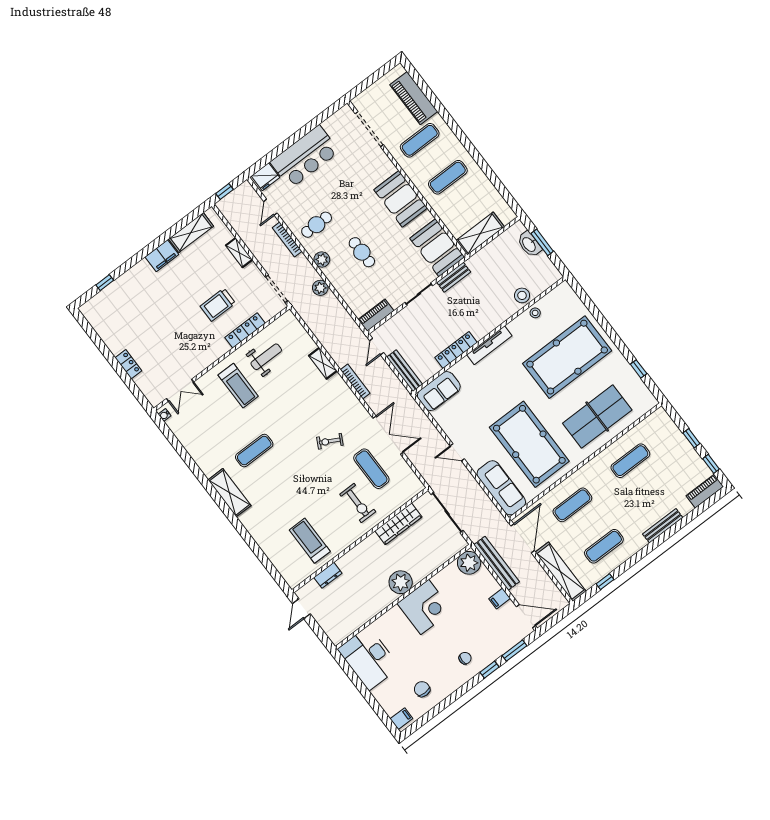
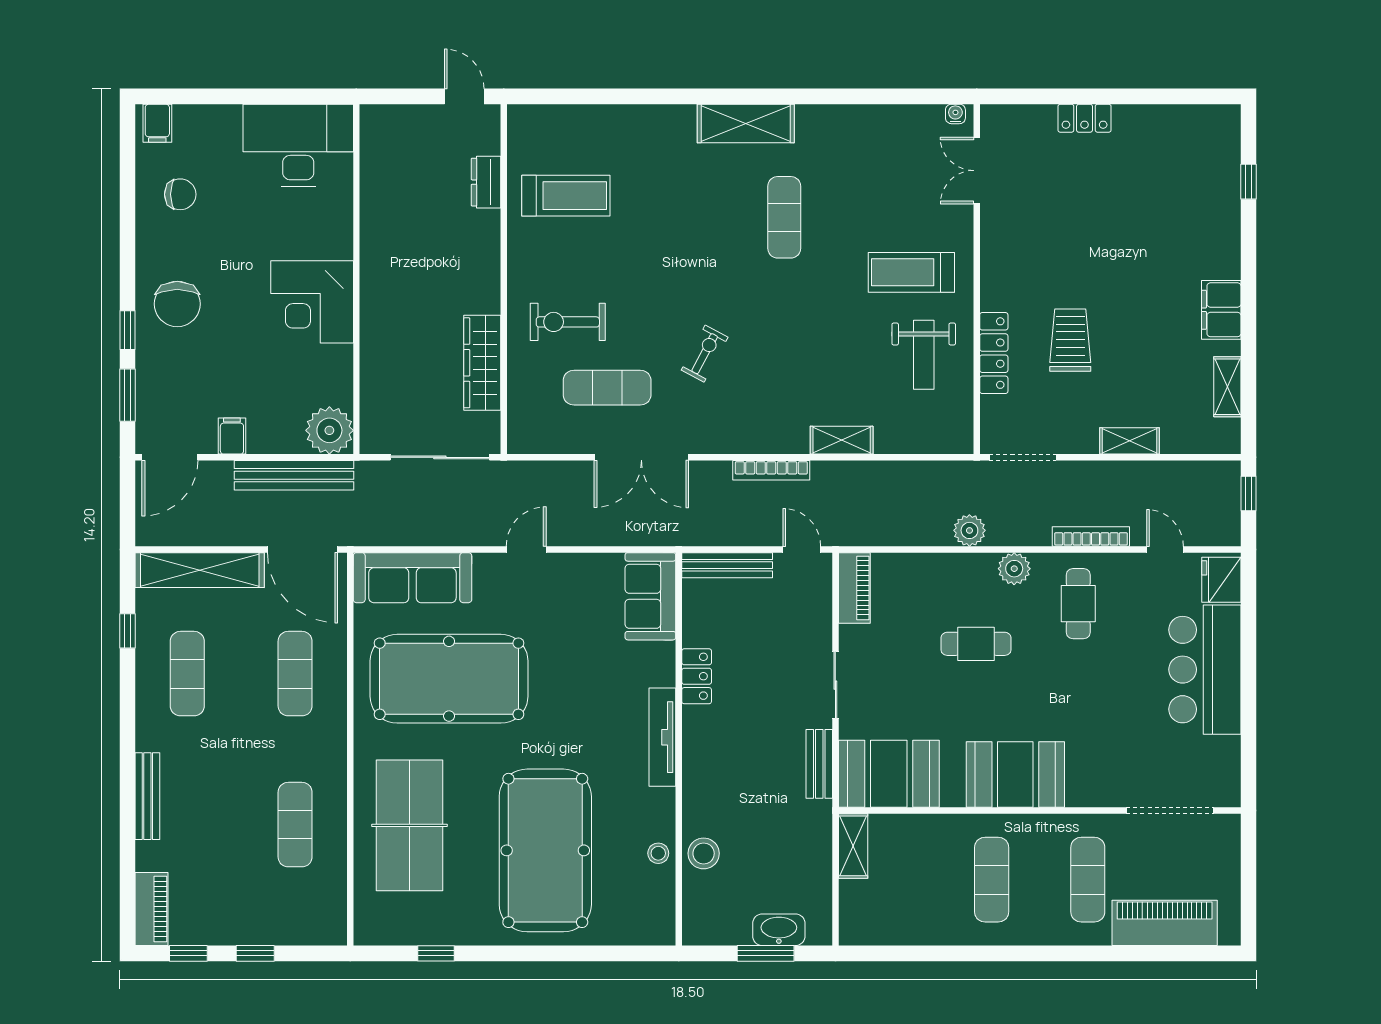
shelving: (191, 233) -> (1227, 387), width x0.67, depth x0.75
shelving: (480, 234) -> (853, 846), width x0.67, depth x0.75
locker: (456, 350) -> (697, 676), width x0.66
plant: (401, 582) -> (383, 293), removed
chair: (465, 658) -> (177, 304), width x1.87, depth x1.87

